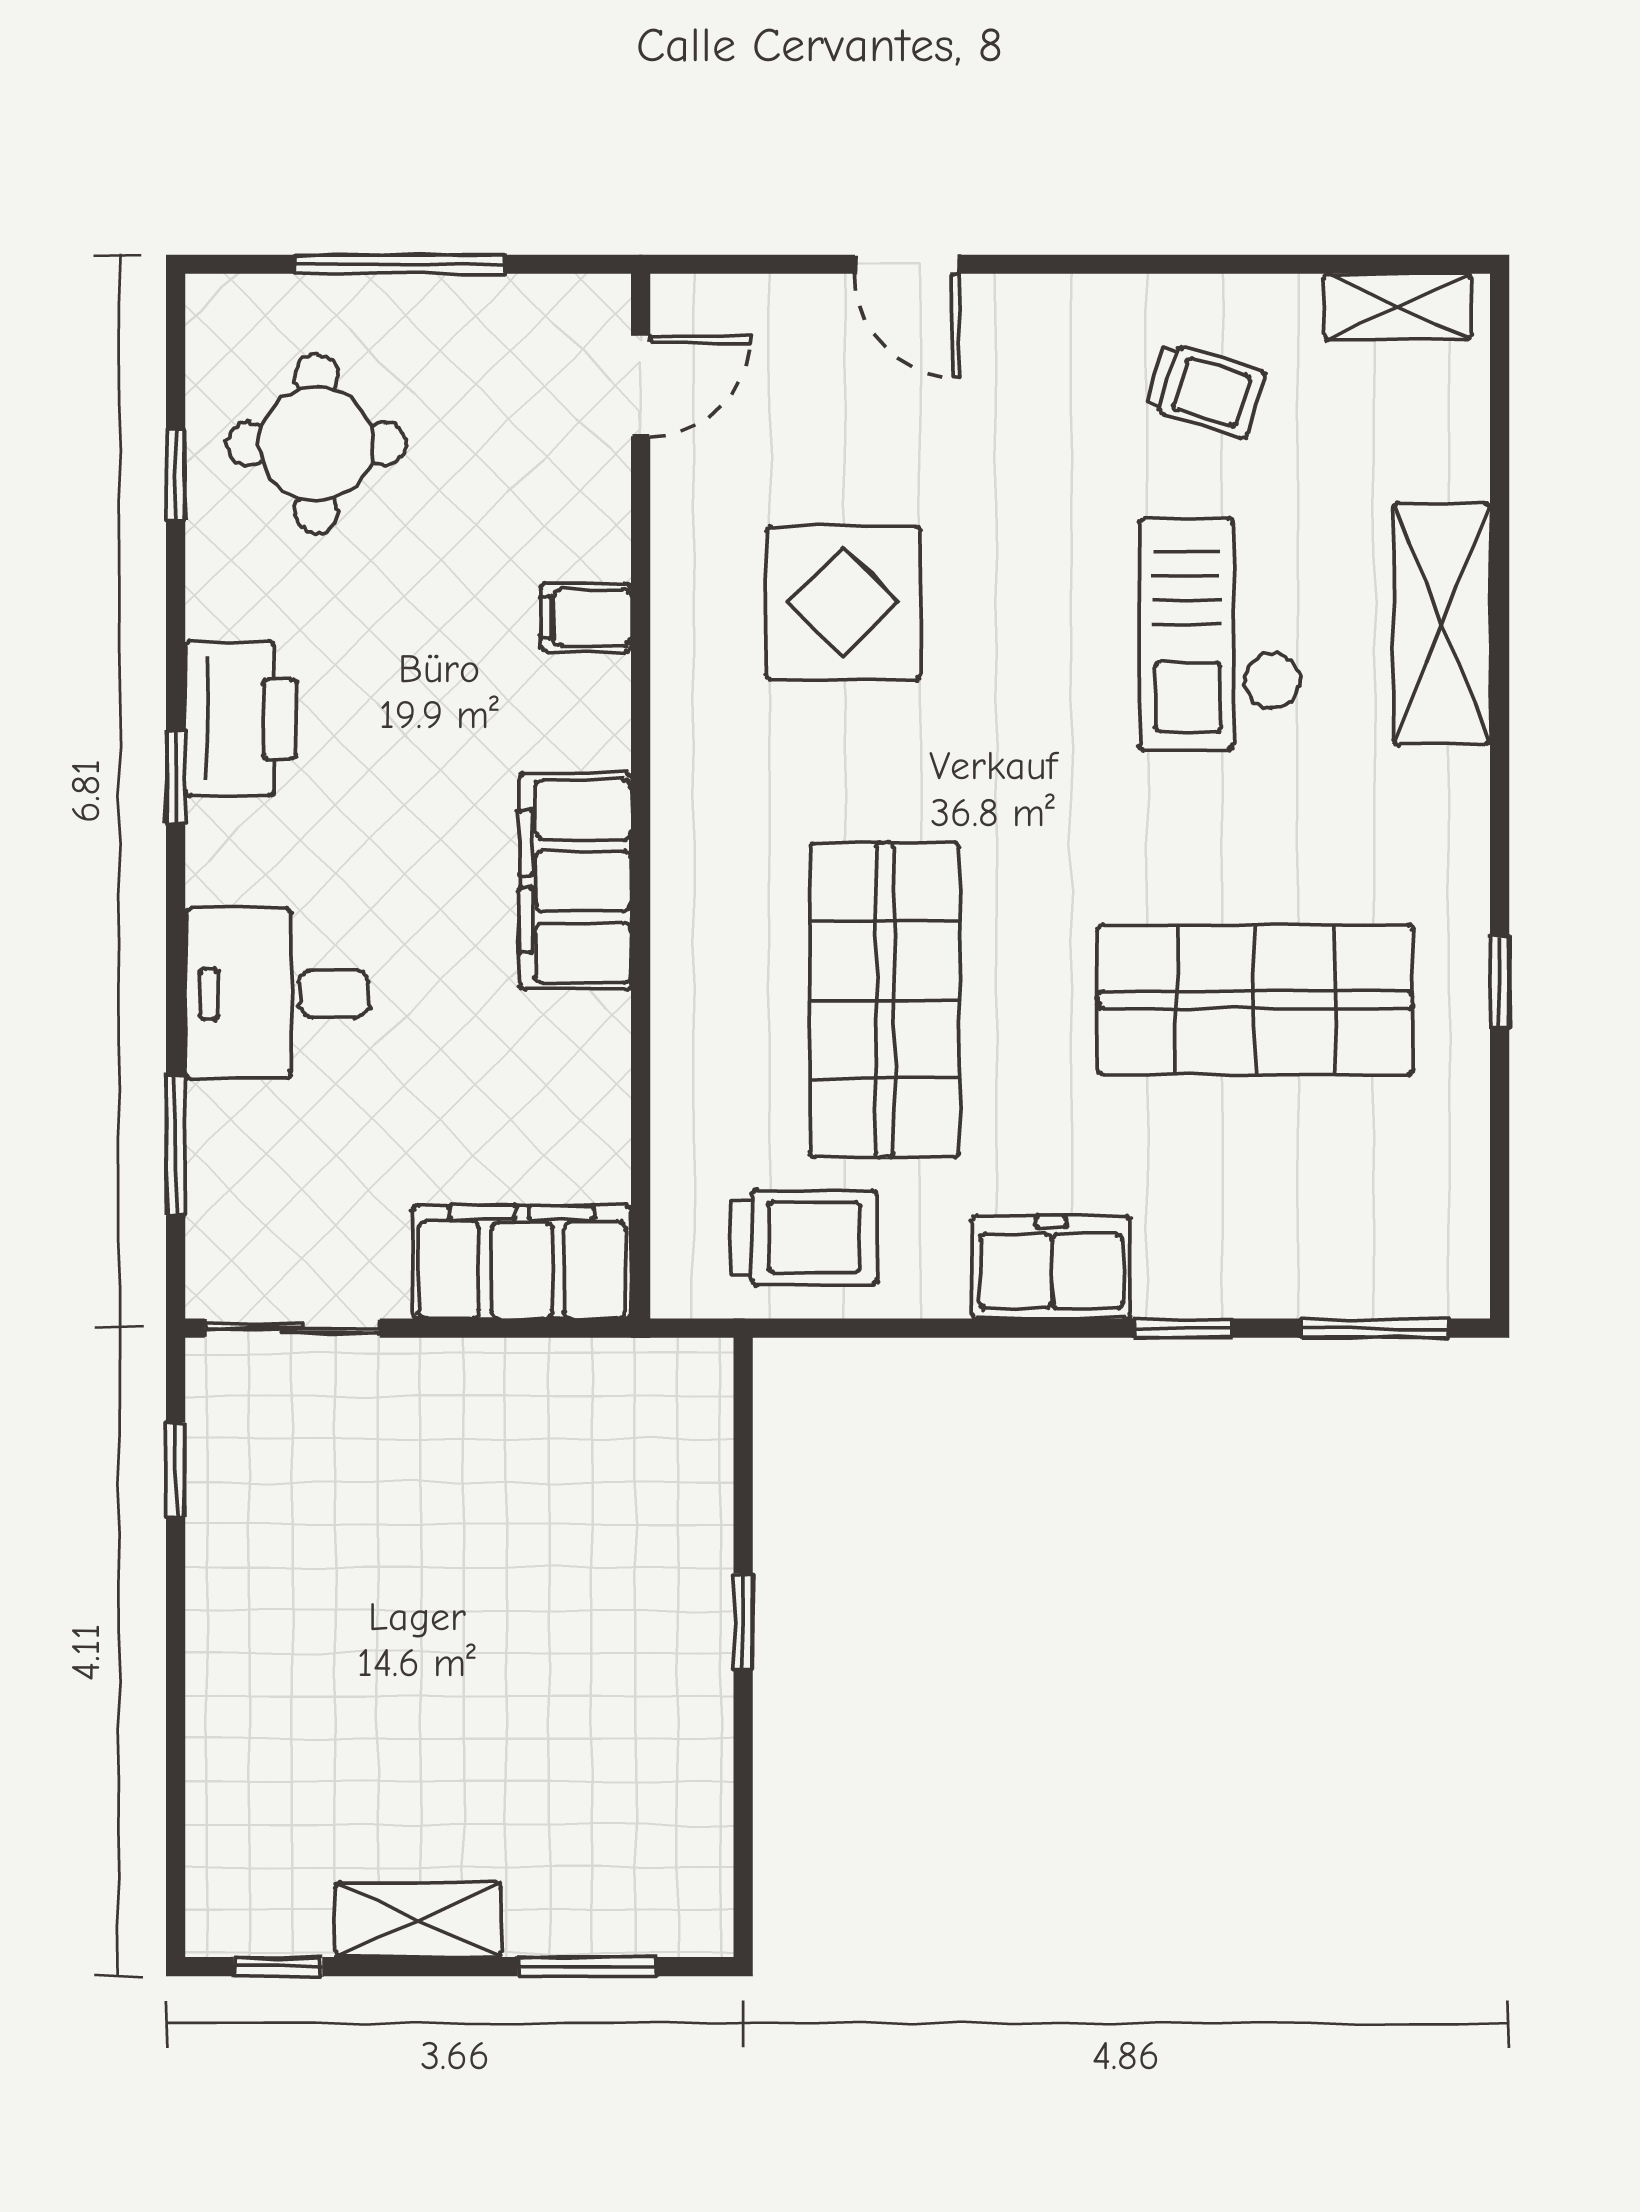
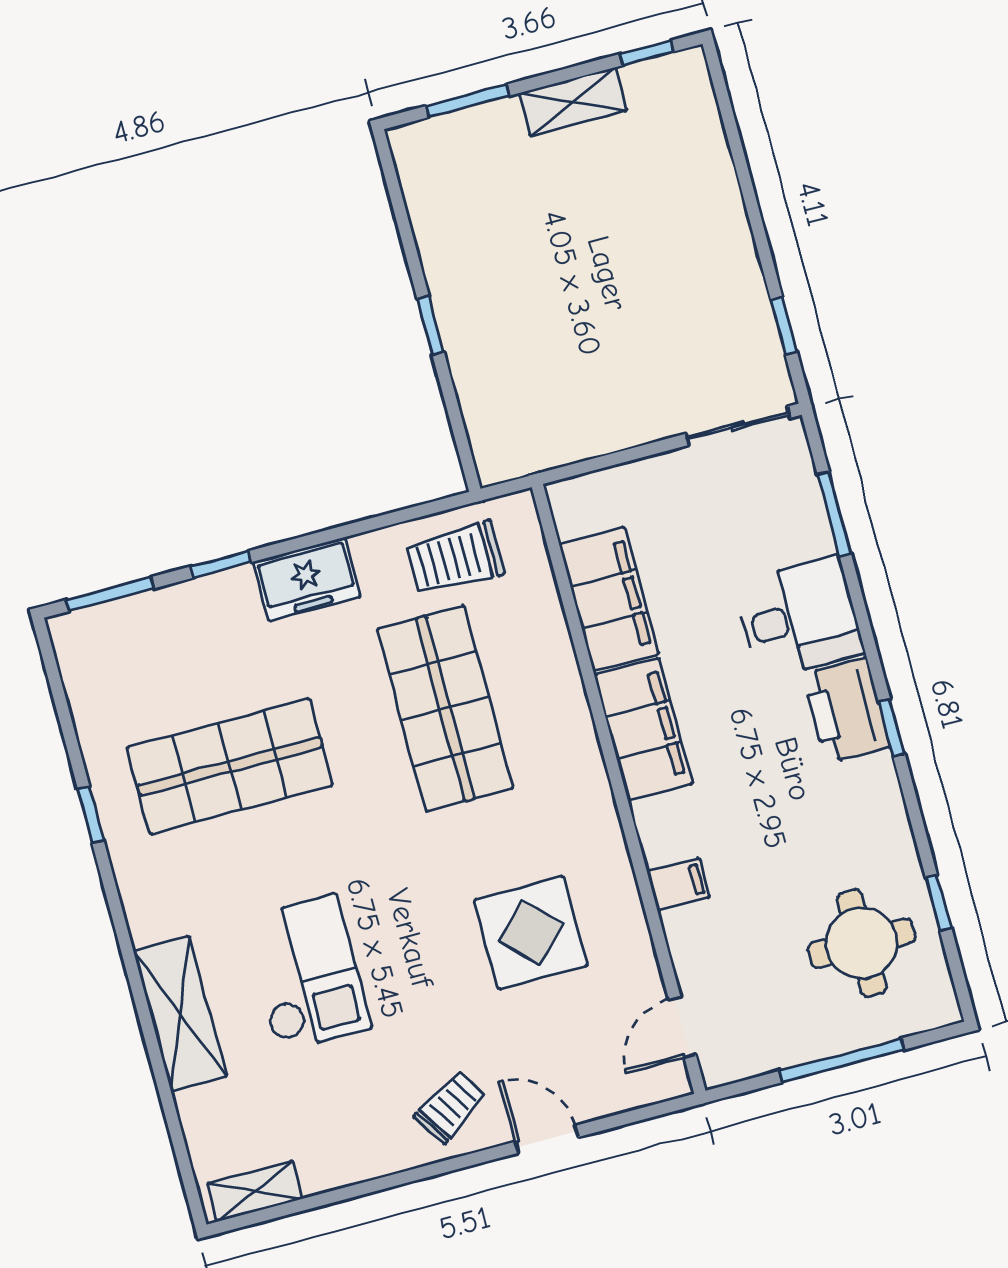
trolley: (1205, 390) -> (450, 1107), moved, turned 130
printer: (241, 719) -> (846, 710), moved
filing cabinet: (522, 1262) -> (609, 599), moved, turned -90

